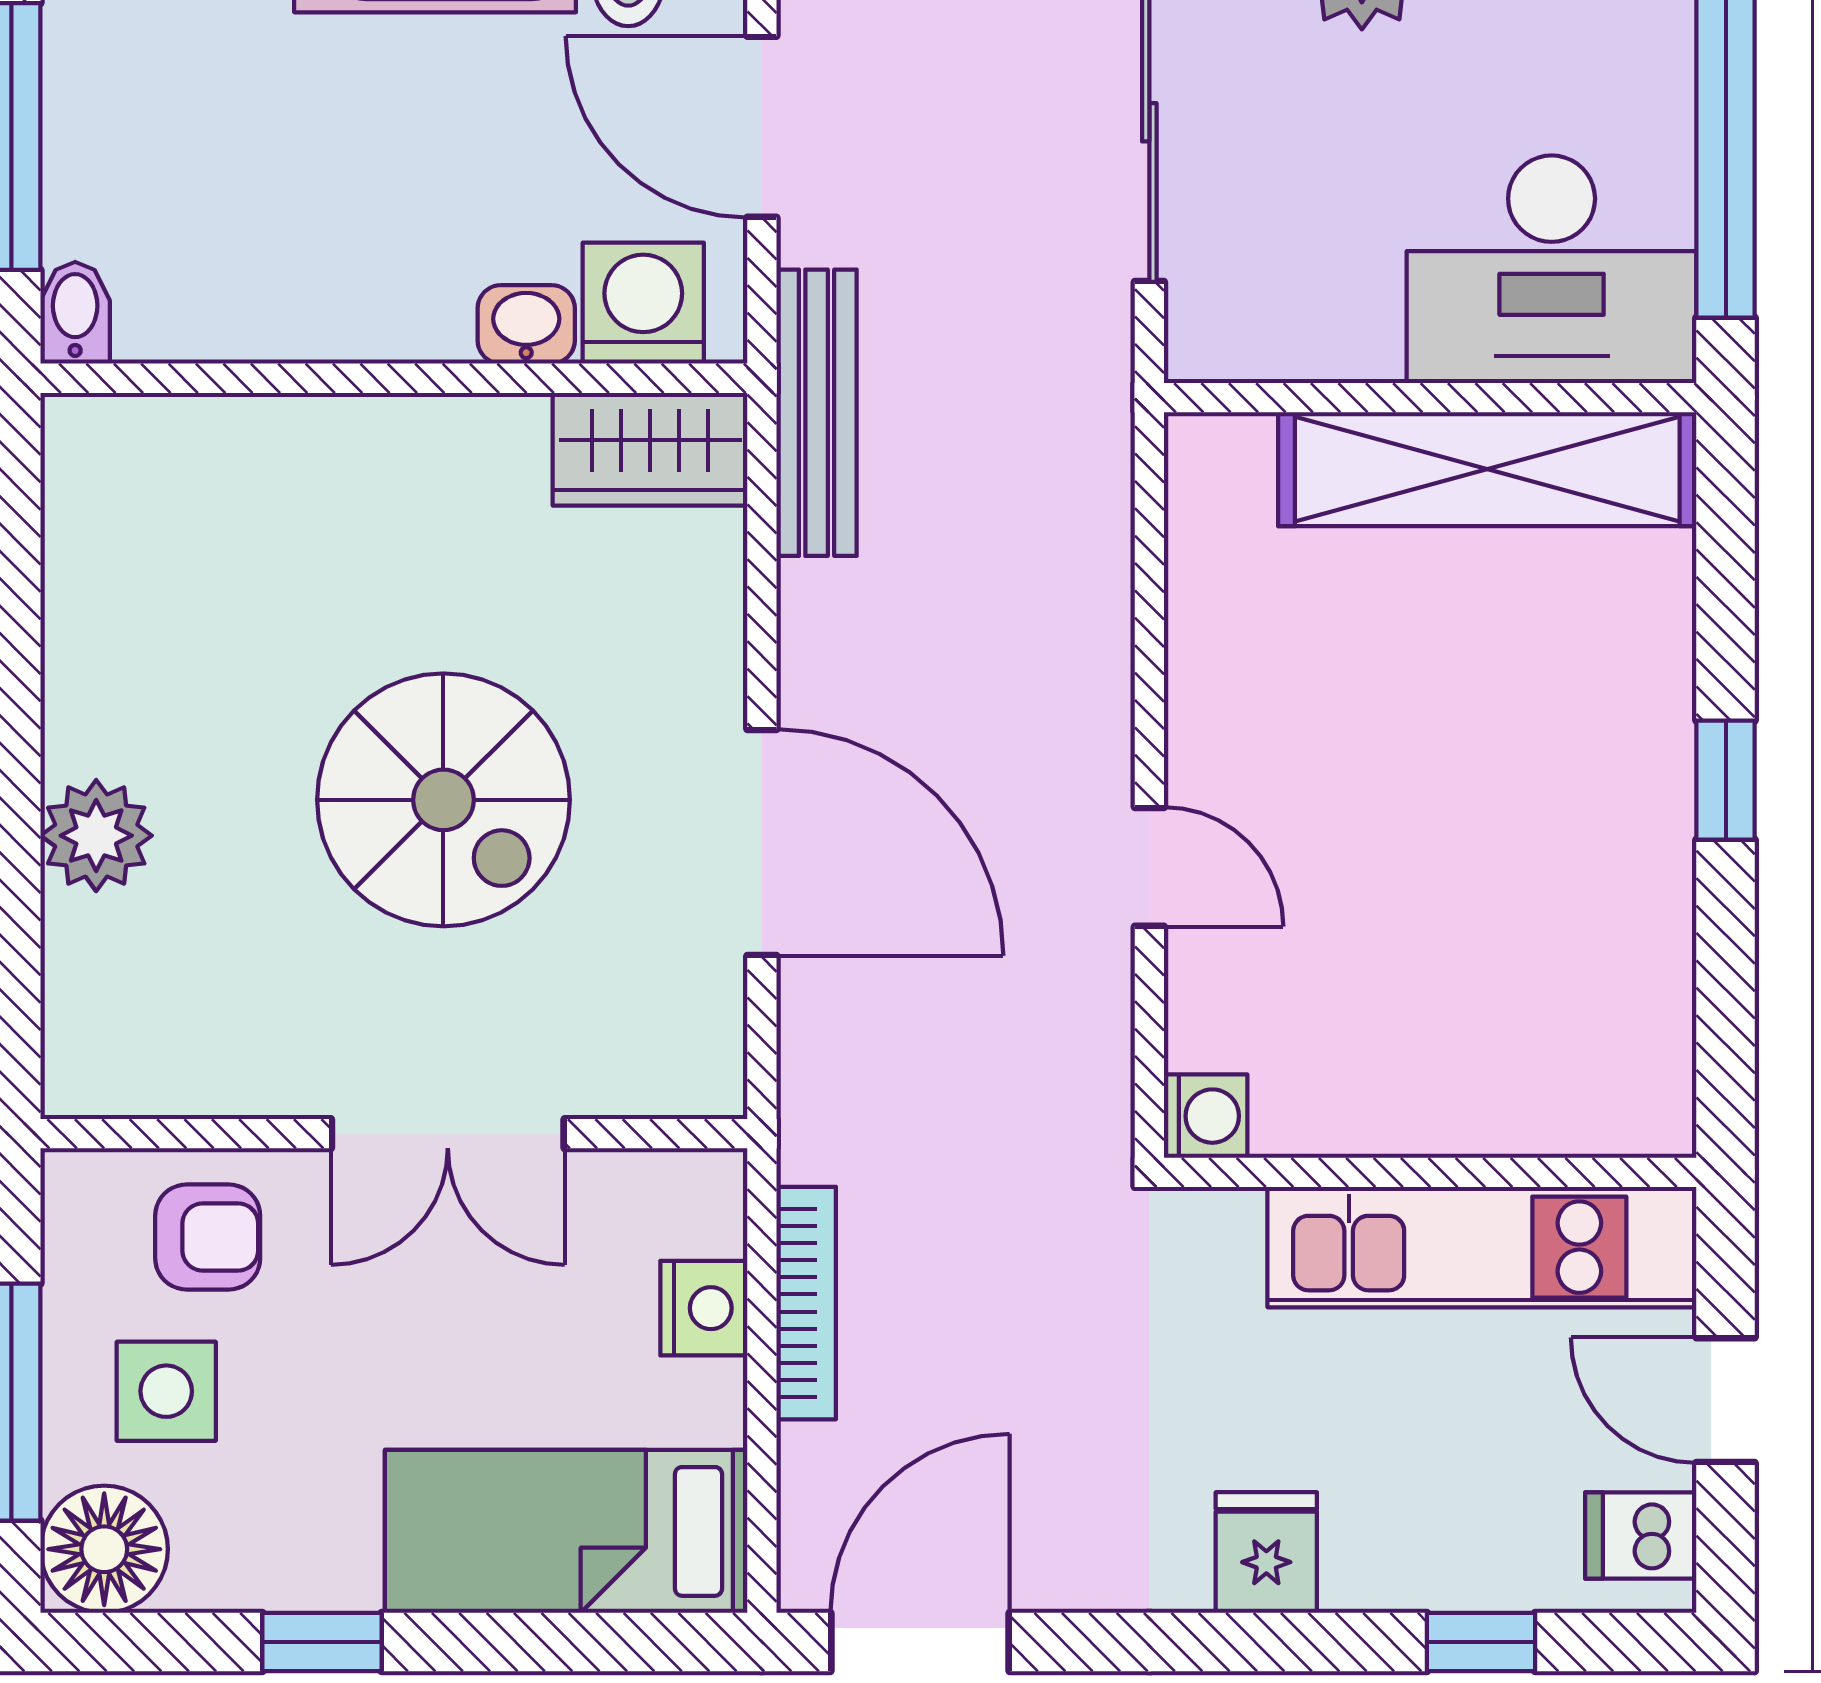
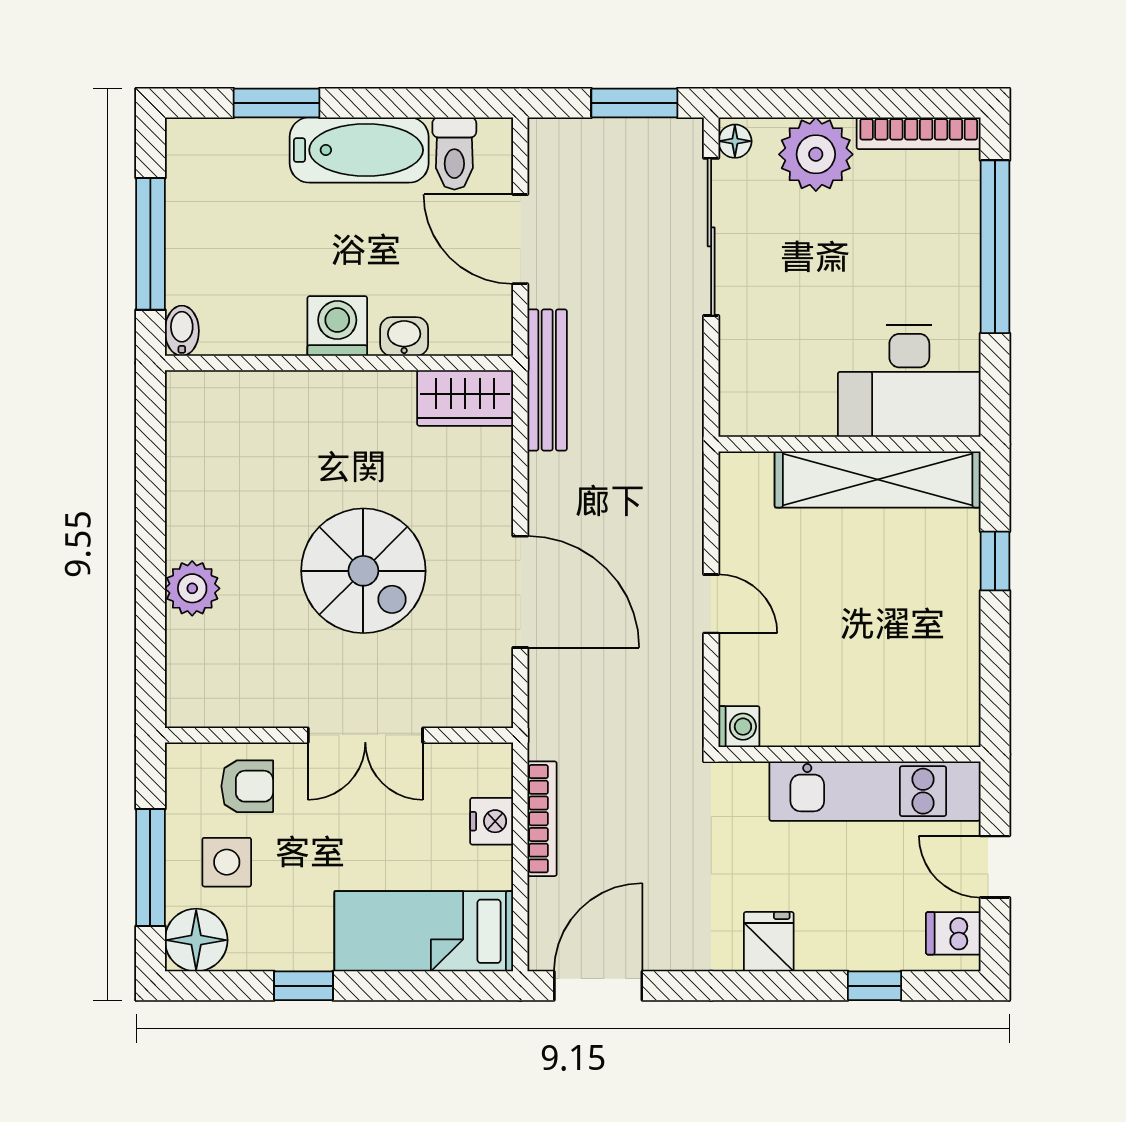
desk: (1552, 269) -> (909, 381), moved
washing machine: (643, 303) -> (337, 326), moved
wall: (1430, 398) -> (850, 444), moved
shelving: (1487, 469) -> (878, 479), moved

